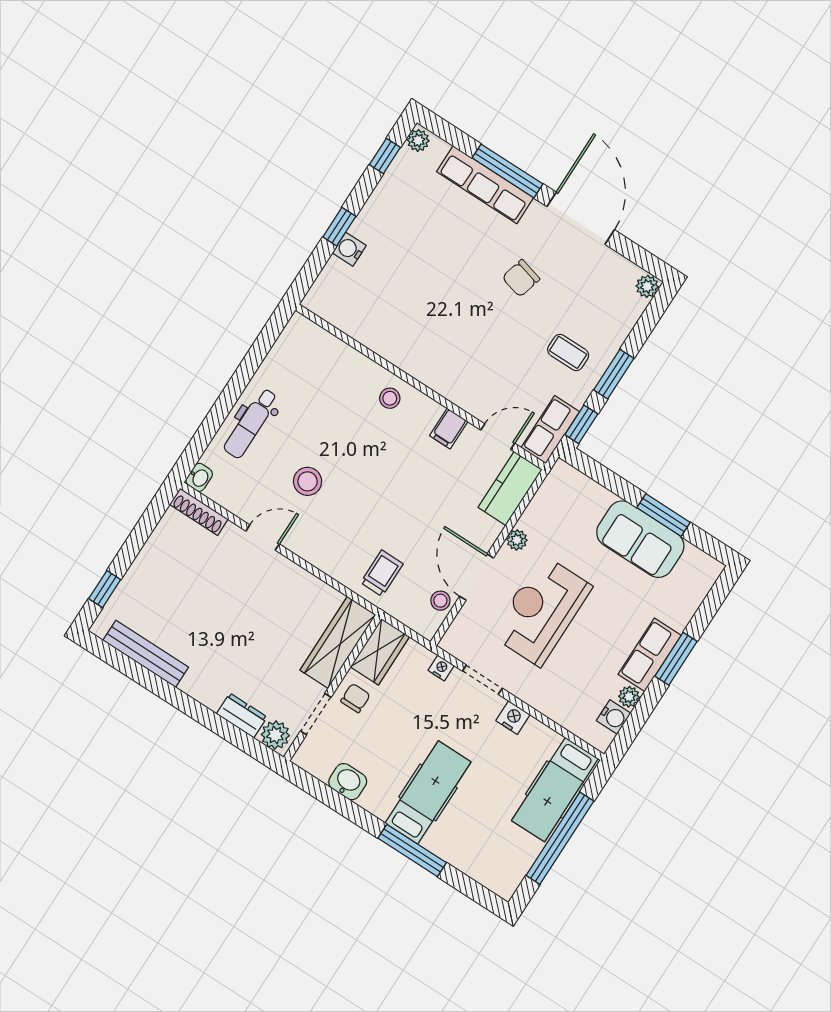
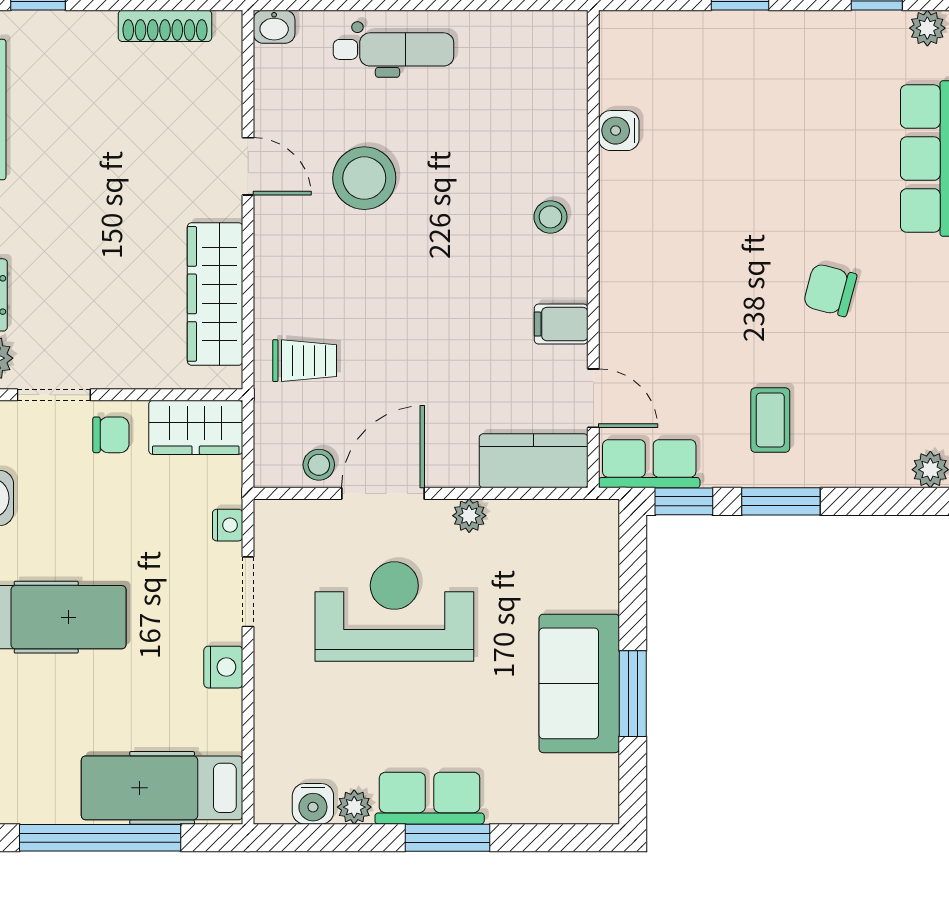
water cooler: (349, 249) -> (619, 131), moved, turned -90
dental chair: (251, 423) -> (394, 49), turned 180
stool: (308, 481) -> (364, 178), width x1.38, depth x1.38
shoe rack: (199, 512) -> (165, 26), moved, turned -90
wardrobe: (338, 642) -> (215, 294), moved, turned -90

